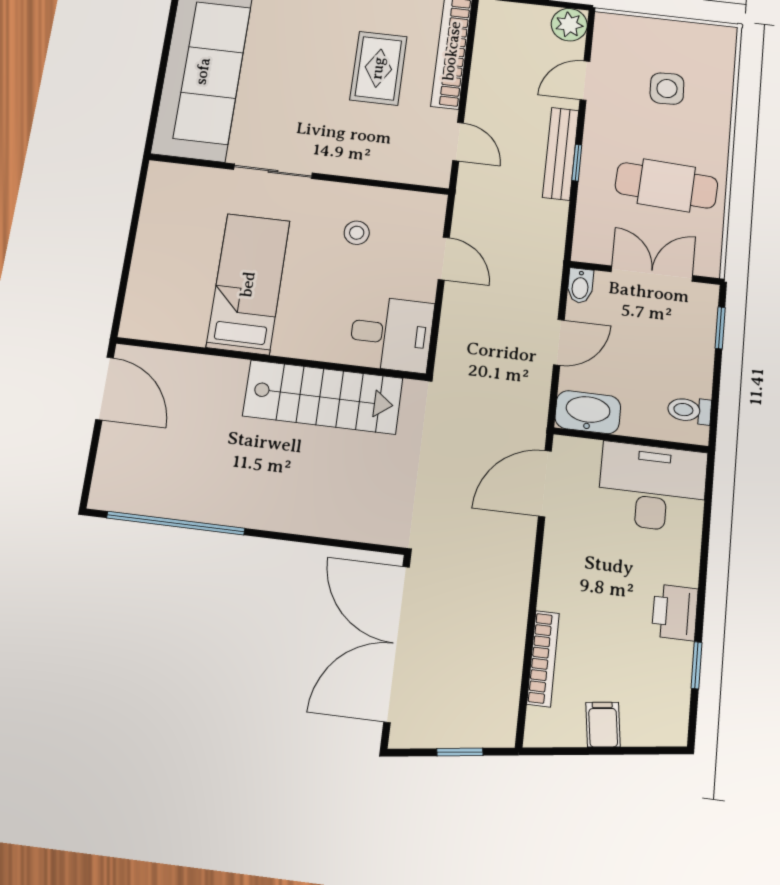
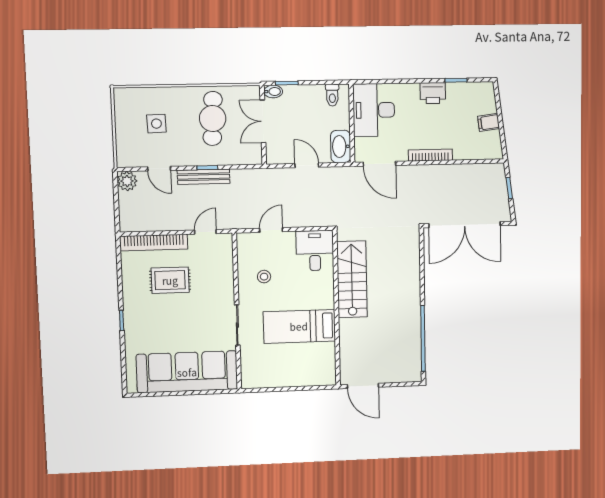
bidet: (580, 286) -> (273, 92), moved
door: (104, 388) -> (363, 386), swing flipped
bookcase: (543, 659) -> (430, 155), moved

